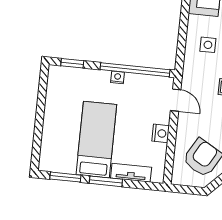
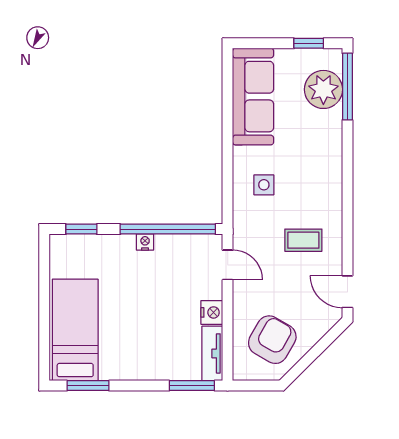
bed: (96, 140) -> (75, 330), moved
tv unit: (131, 173) -> (212, 353), moved, turned -90
window: (106, 181) -> (192, 386), moved

